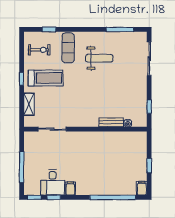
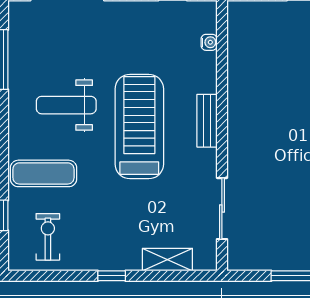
weight bench: (99, 58) -> (66, 105), turned -90
treadmill: (46, 78) -> (139, 127), moved, width x1.37, depth x1.38
bench: (111, 122) -> (207, 121), moved

